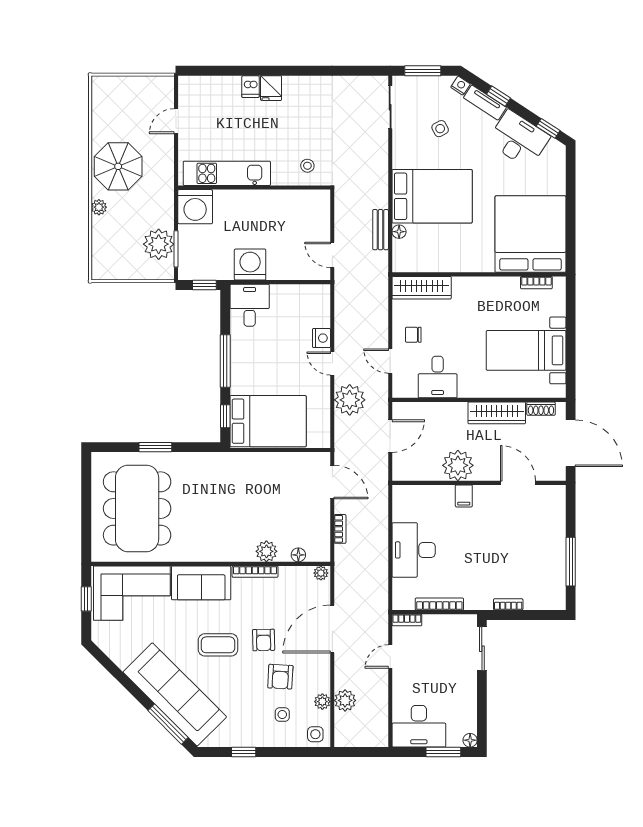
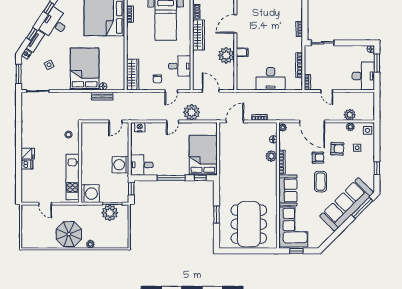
nightstand: (321, 338) -> (140, 127), moved
dining table: (137, 508) -> (249, 224), turned 90

